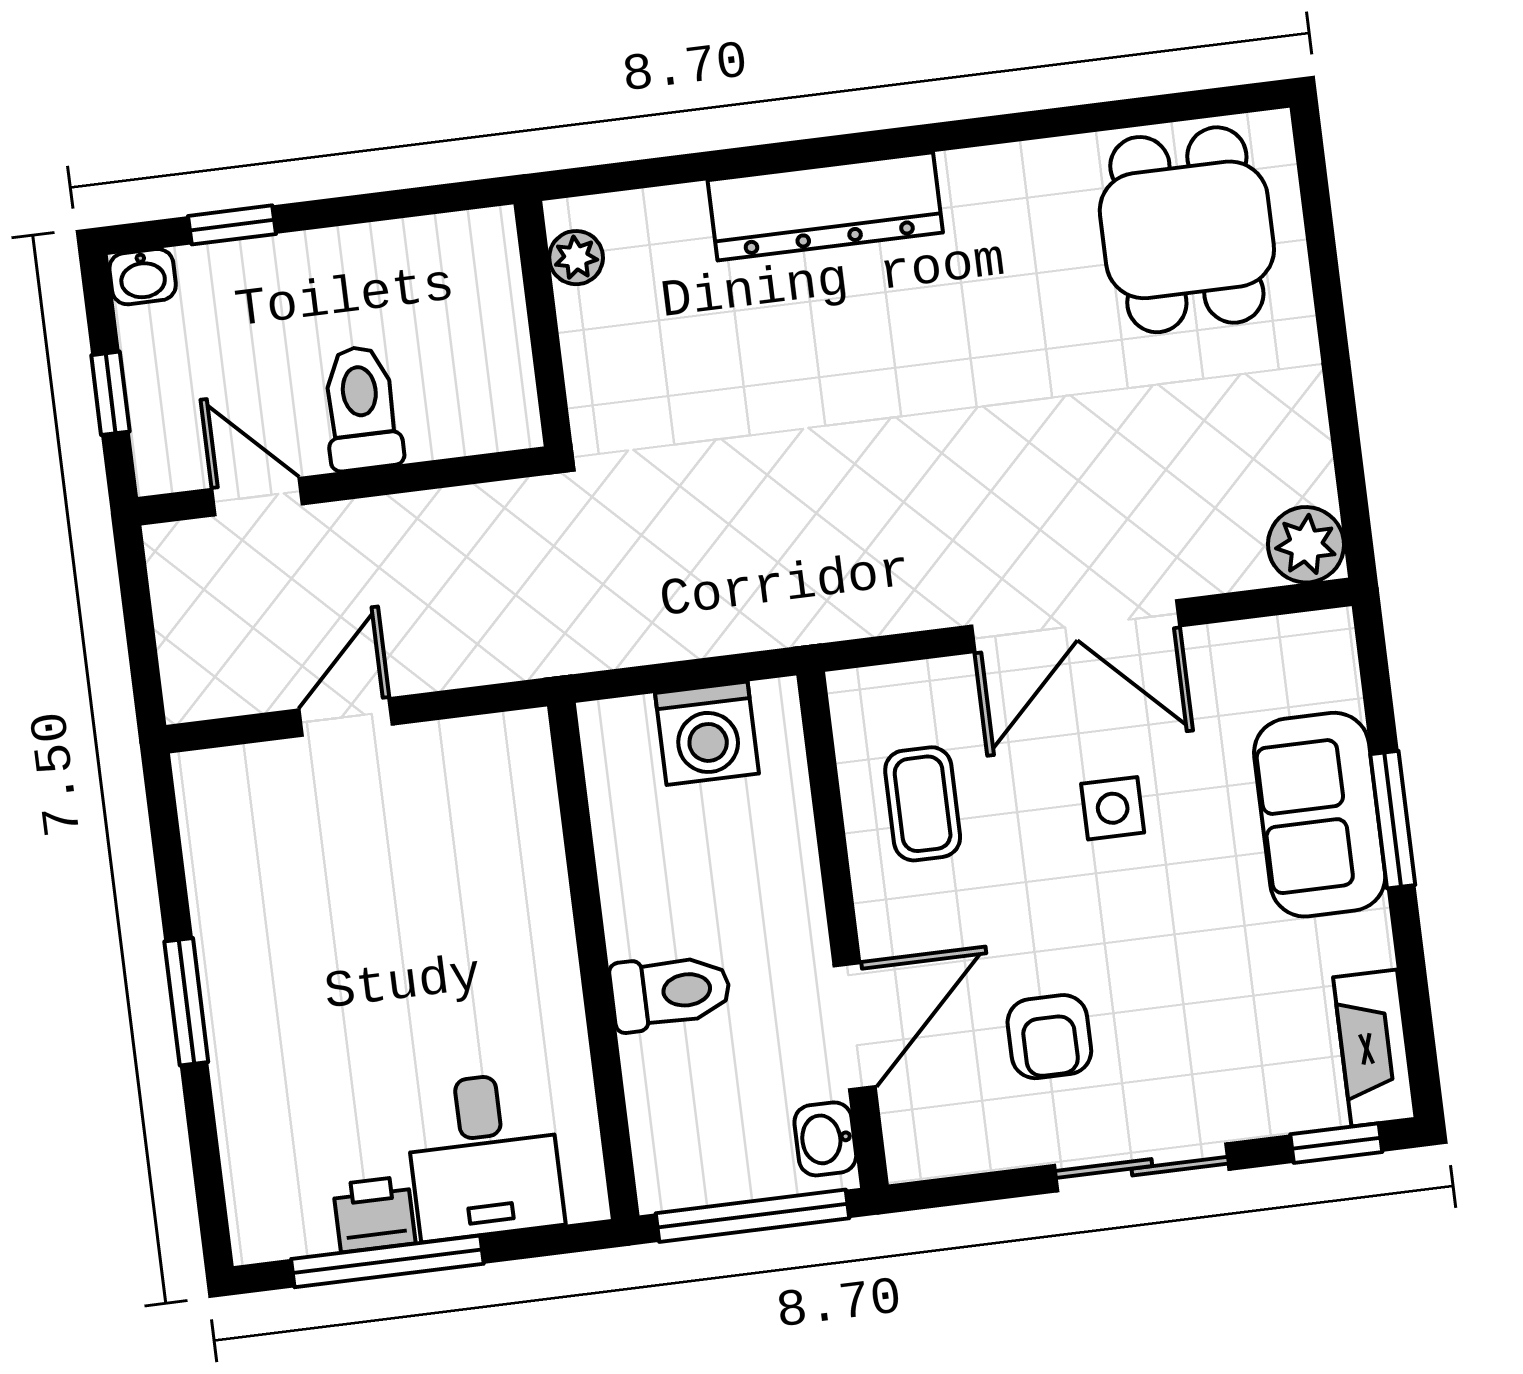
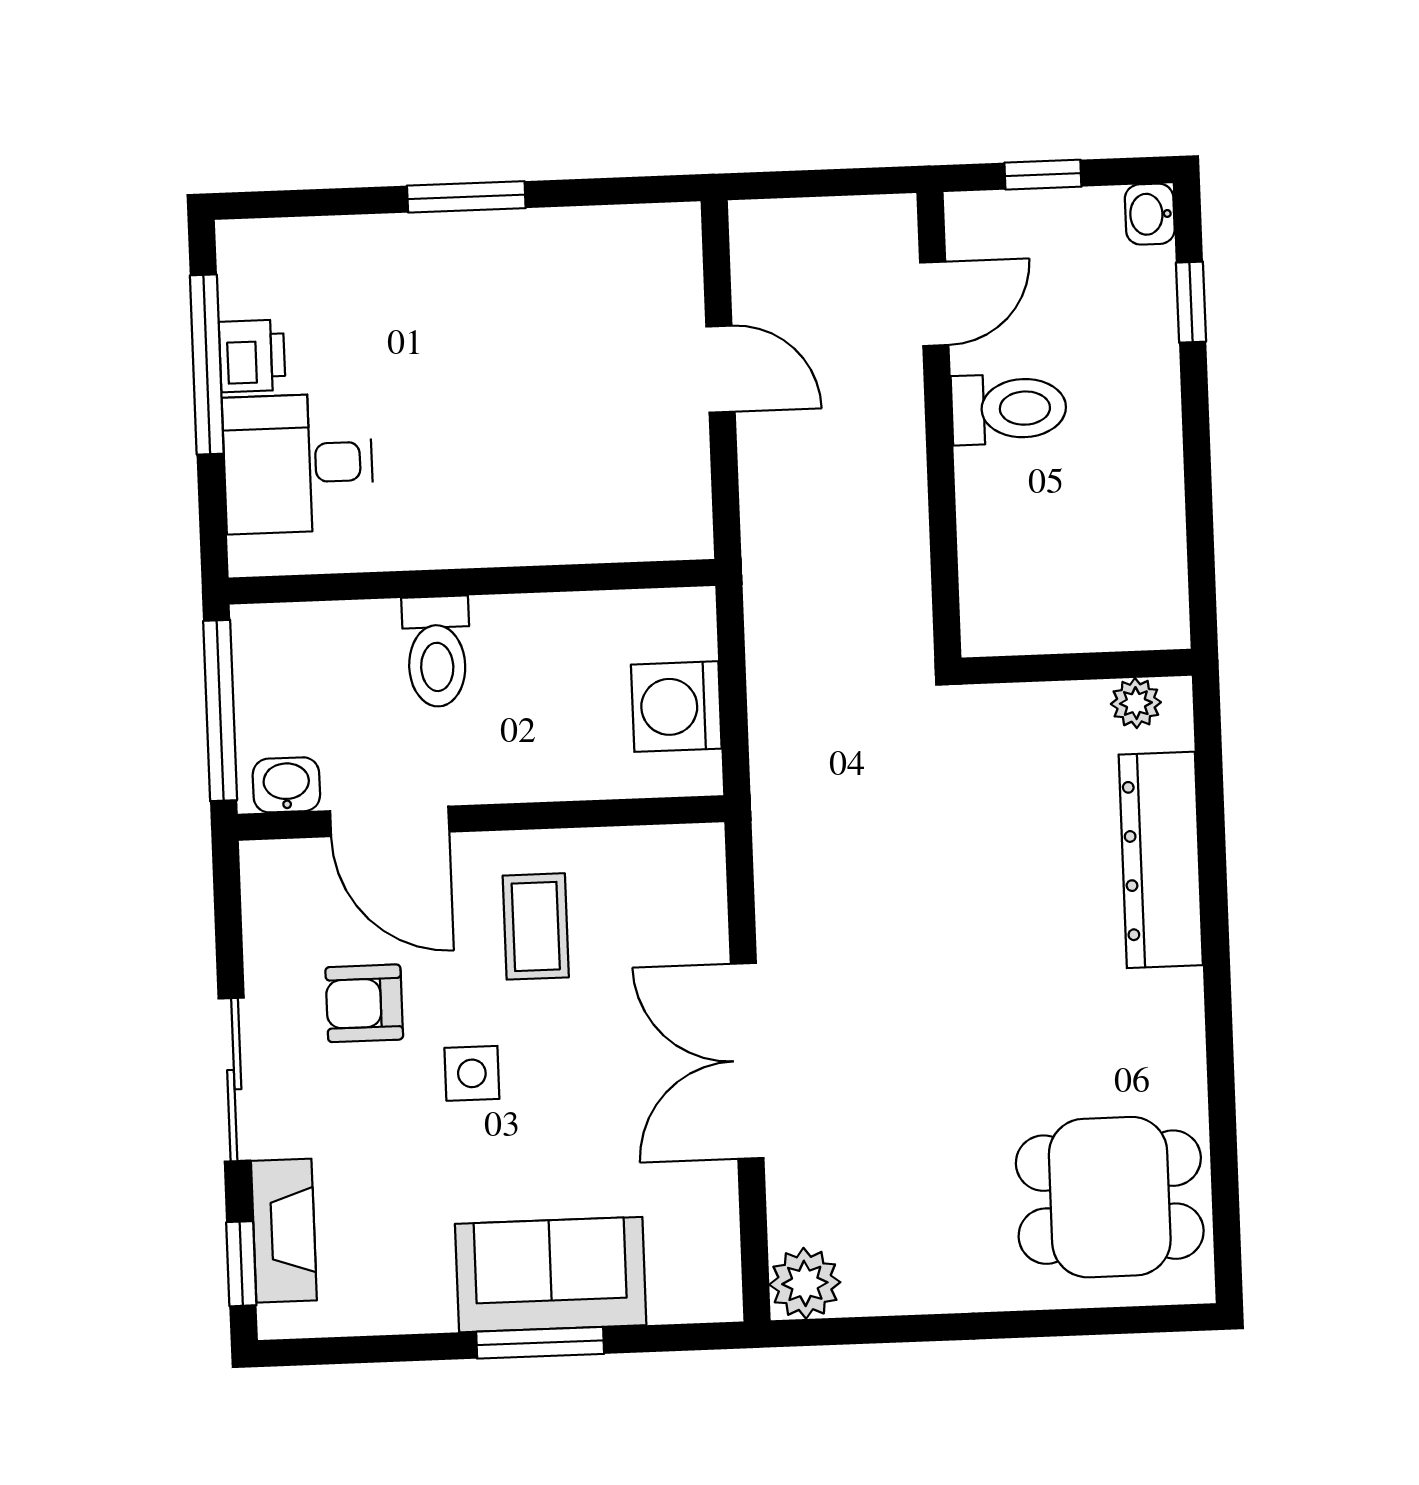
plant: (576, 258) -> (1136, 703), moved
wall: (543, 324) -> (1077, 667), moved
coffee table: (923, 804) -> (536, 926), moved, turned 90
side table: (1113, 808) -> (472, 1073), moved
fireplace: (1374, 1048) -> (284, 1231), moved, turned 90

